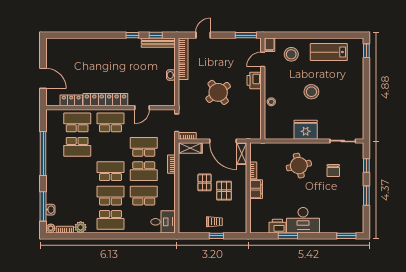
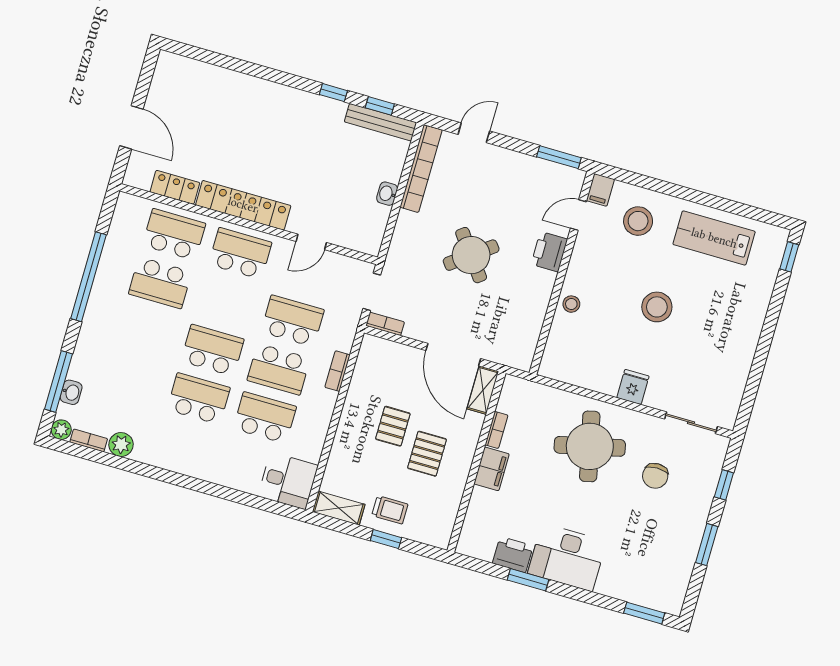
fridge: (306, 130) -> (633, 387), width x0.53, depth x0.75
shelving: (190, 148) -> (339, 508), moved
round table: (299, 166) -> (590, 446), width x1.36, depth x1.36
school desk: (110, 220) -> (185, 447), removed

